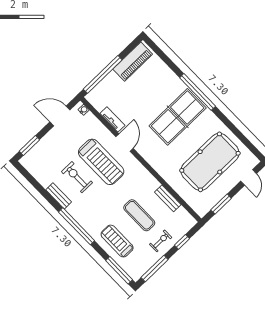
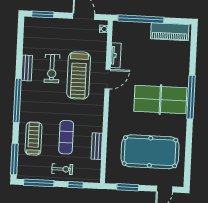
exercise bike: (77, 177) -> (52, 69), turned 180

